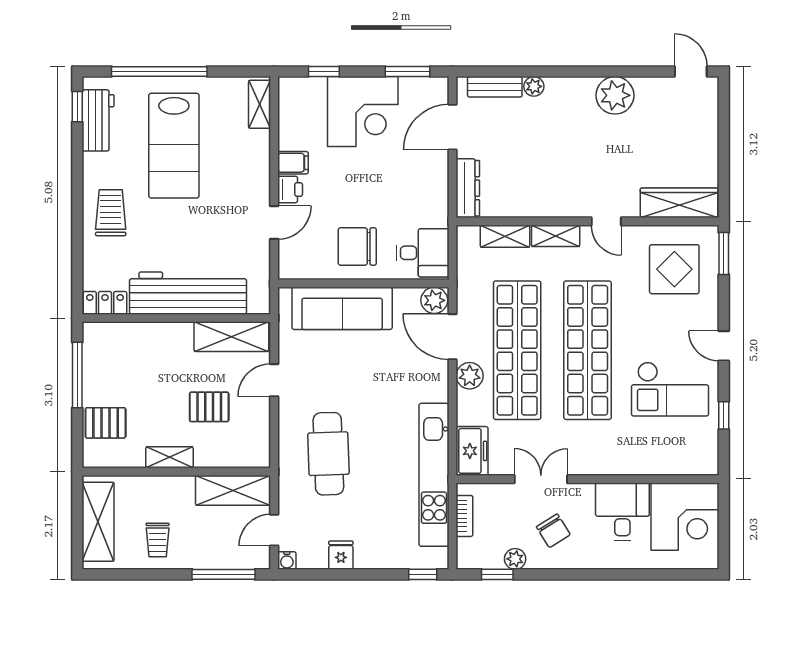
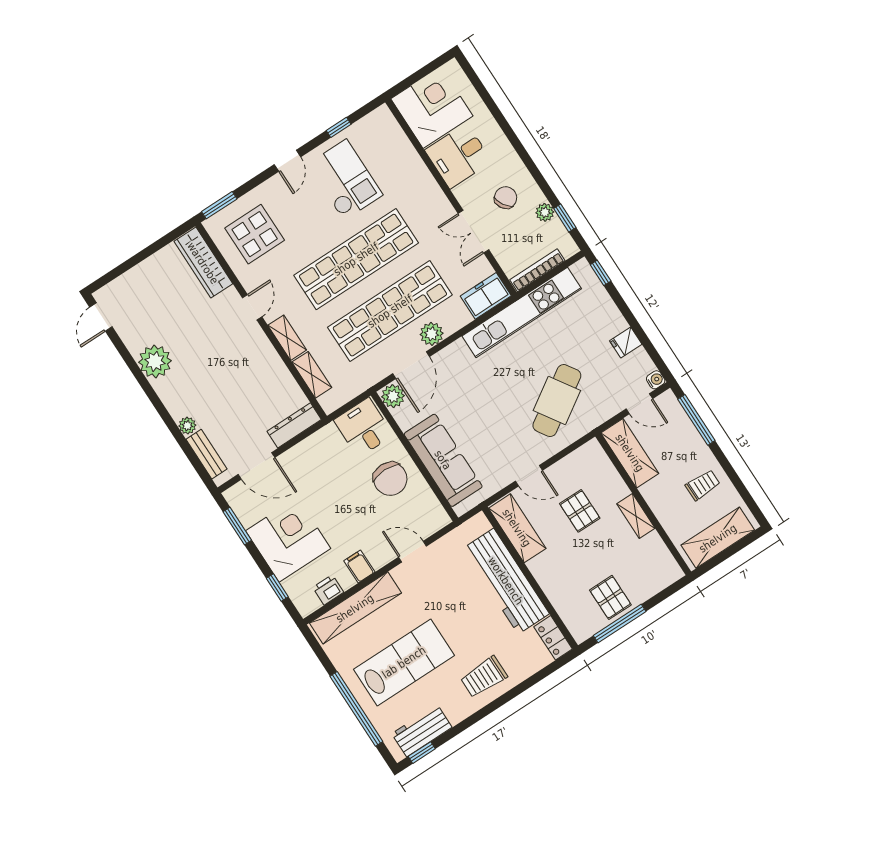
shelving: (260, 104) -> (355, 608), width x2.20, depth x1.33
printer: (290, 189) -> (328, 590), moved
pallet: (106, 423) -> (610, 597), moved
cafe table: (328, 454) -> (557, 401), turned -31
bookcase: (464, 516) -> (537, 270), width x1.56

